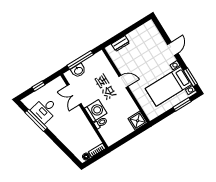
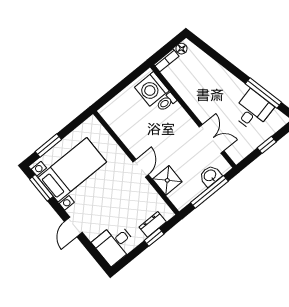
desk: (147, 34) -> (114, 244), added
window: (121, 35) -> (154, 237), added
door: (123, 81) -> (141, 168), swing flipped
washing machine: (96, 111) -> (152, 89), moved
shower: (138, 121) -> (167, 180), moved

